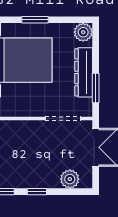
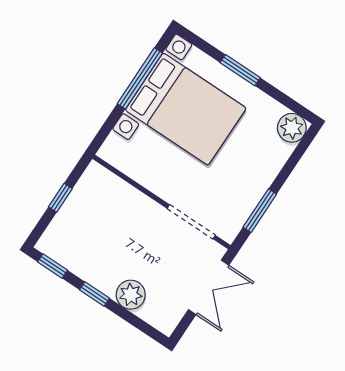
dresser: (84, 72) -> (258, 180), removed
plant: (70, 179) -> (131, 295), moved

